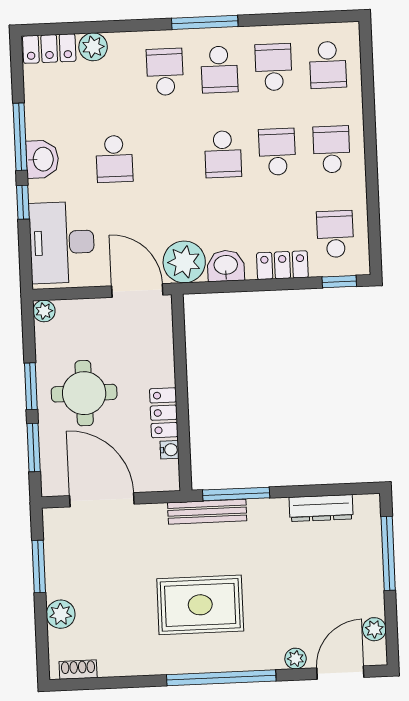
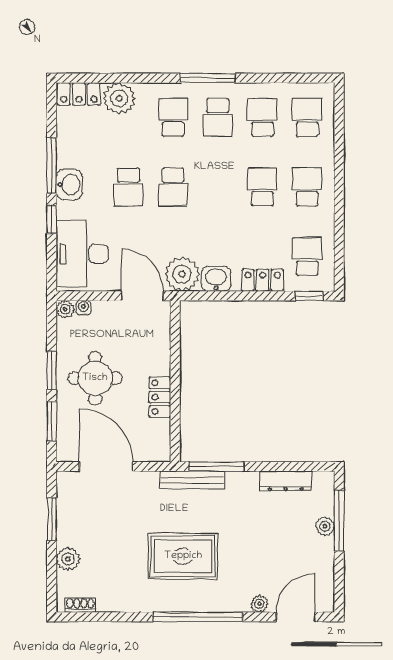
plant: (93, 47) -> (119, 98), width x1.36, depth x1.36
school desk: (328, 65) -> (307, 117), turned 180
school desk: (223, 154) -> (173, 187), moved
water cooler: (170, 450) -> (83, 308), moved, turned -90
plant: (374, 629) -> (325, 526), moved

